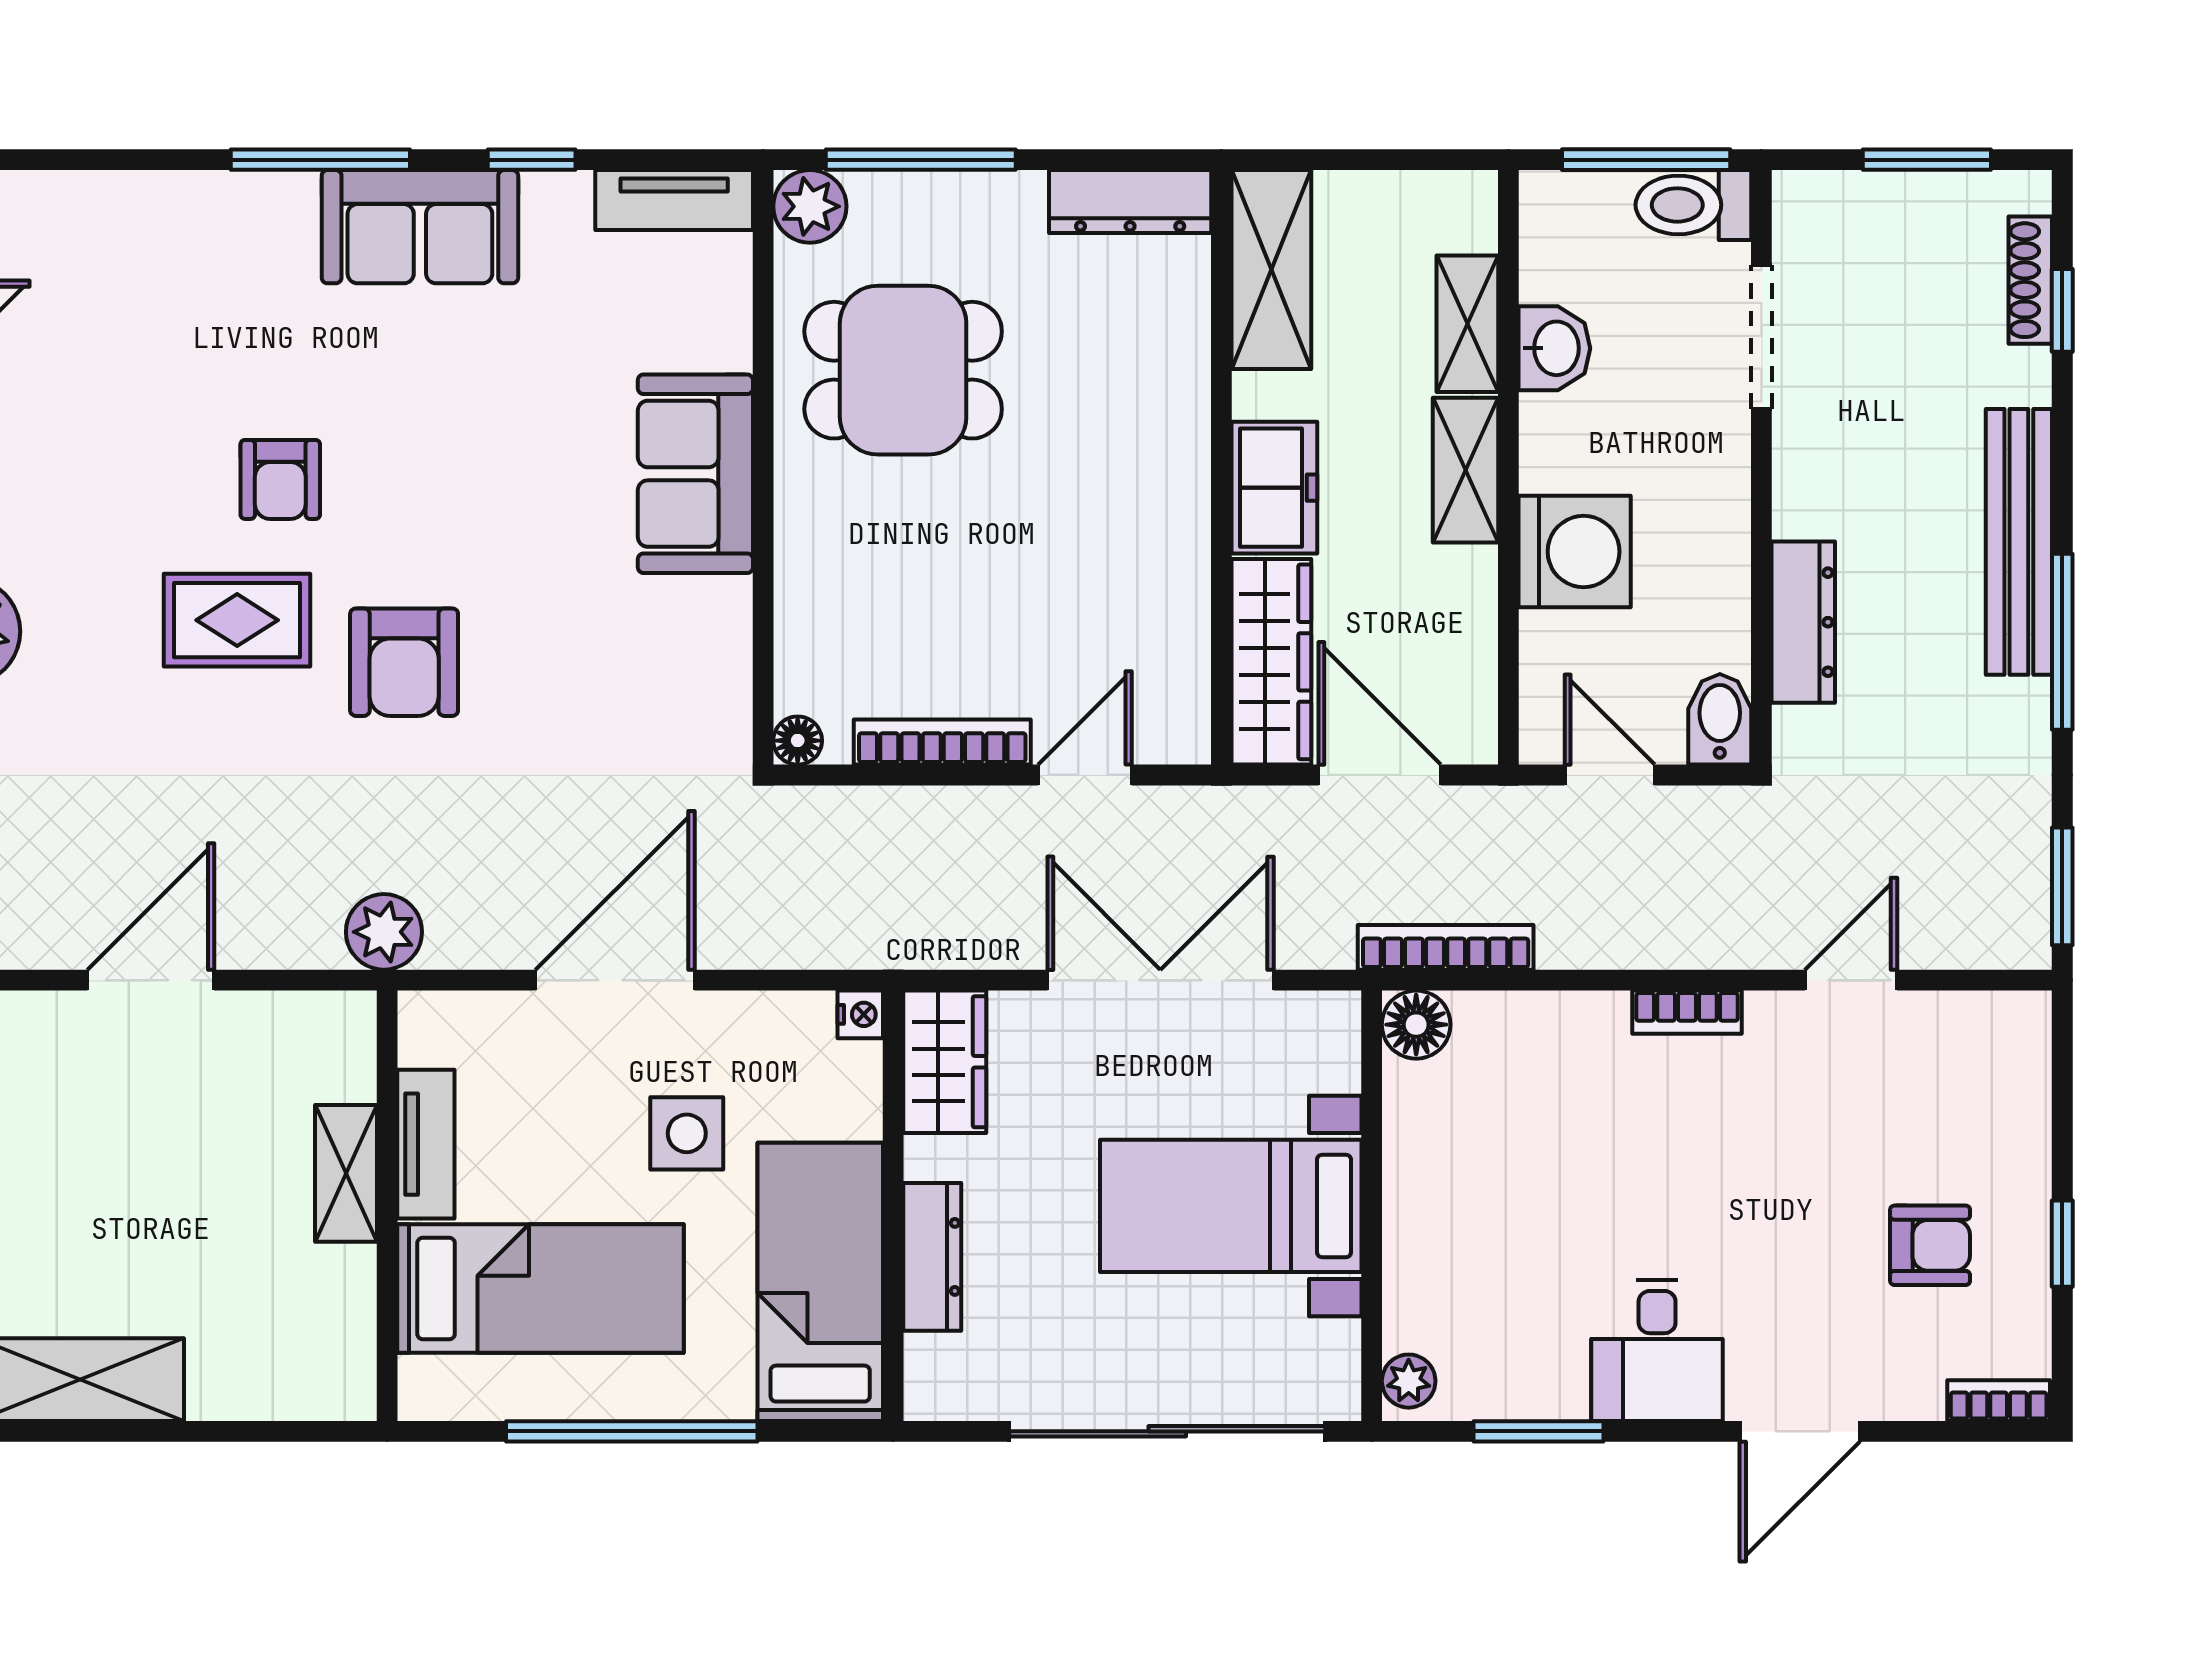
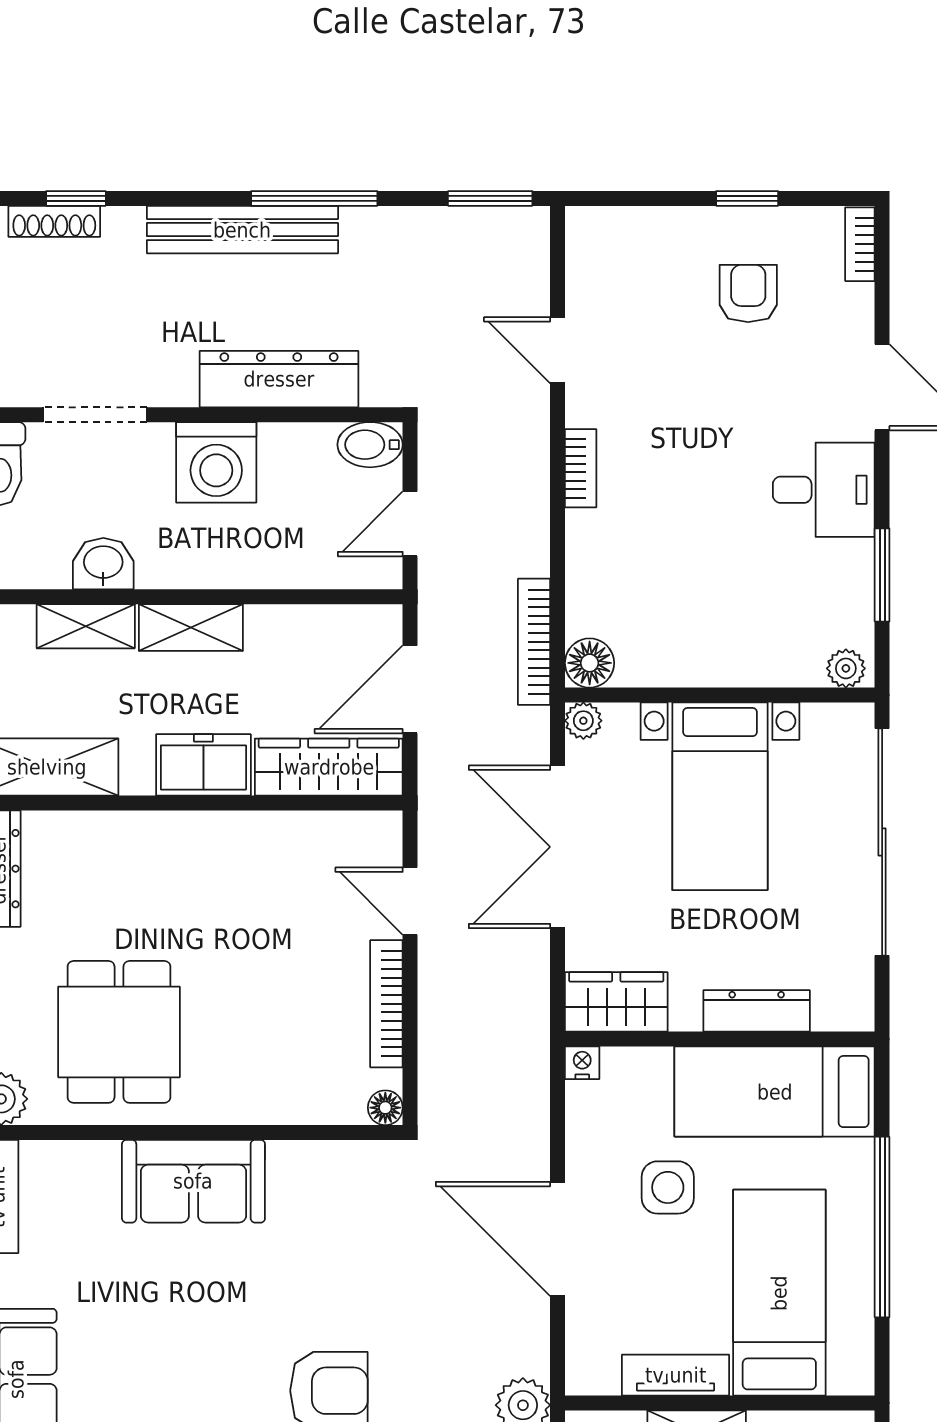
washing machine: (1575, 552) -> (216, 462), moved, turned 180
dresser: (1803, 622) -> (279, 379), width x1.37, depth x1.24
plant: (1336, 1016) -> (583, 721), added

